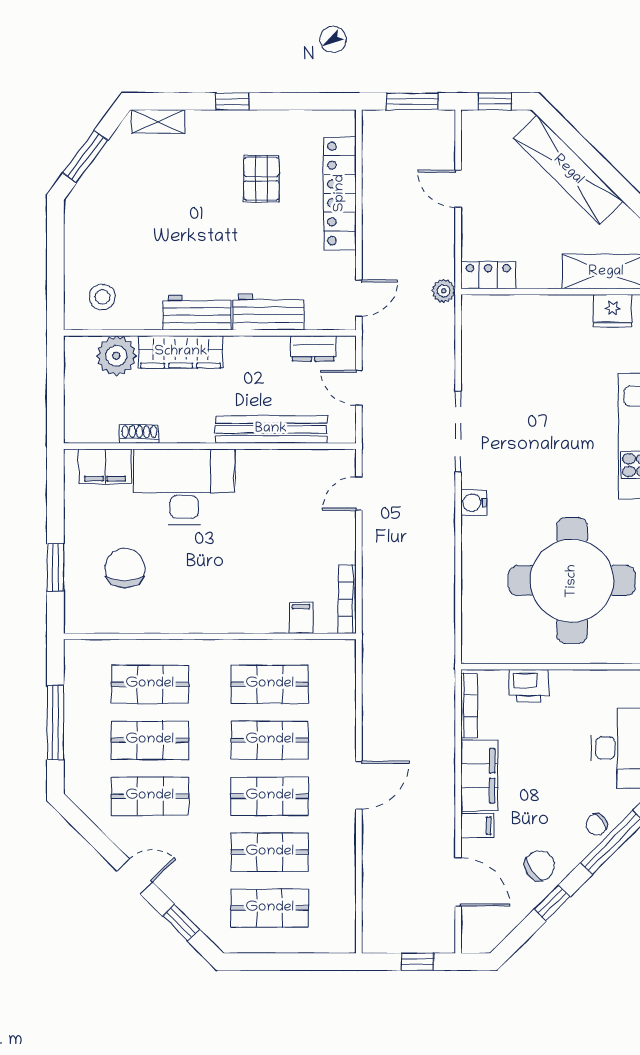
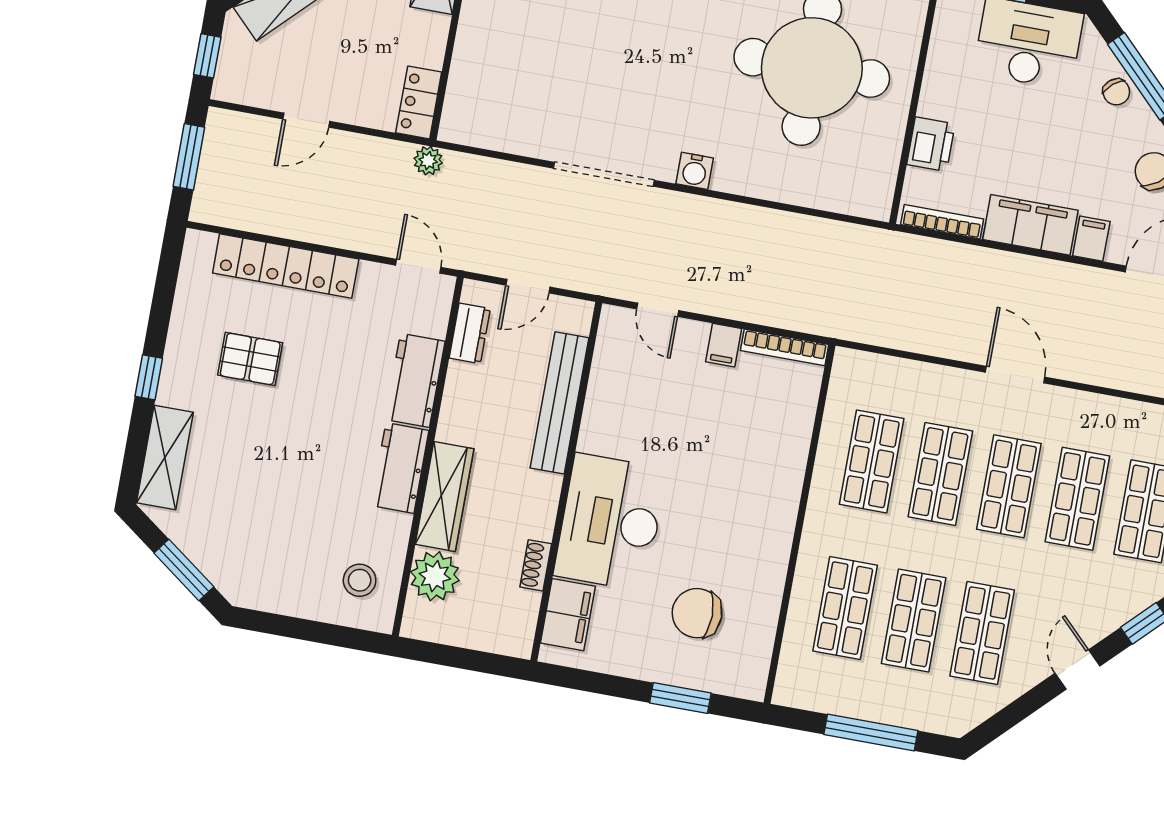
shelving: (158, 122) -> (165, 457), width x1.50, depth x1.33
filing cabinet: (301, 618) -> (724, 345), moved, turned -90

